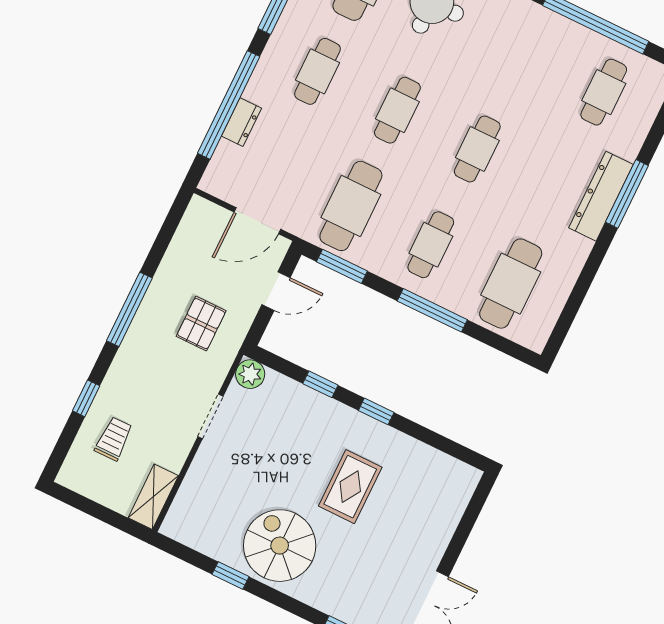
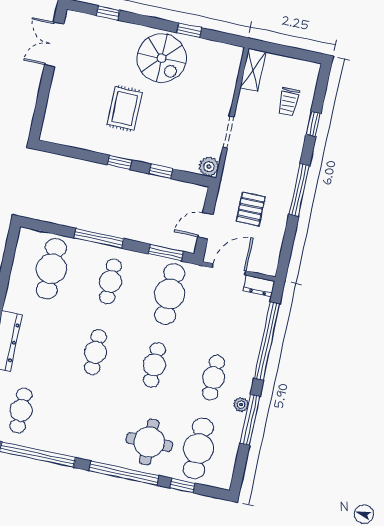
plant: (288, 23) -> (241, 405), added
dresser: (241, 122) -> (259, 286), moved, turned -90
pallet: (201, 324) -> (251, 209), moved

